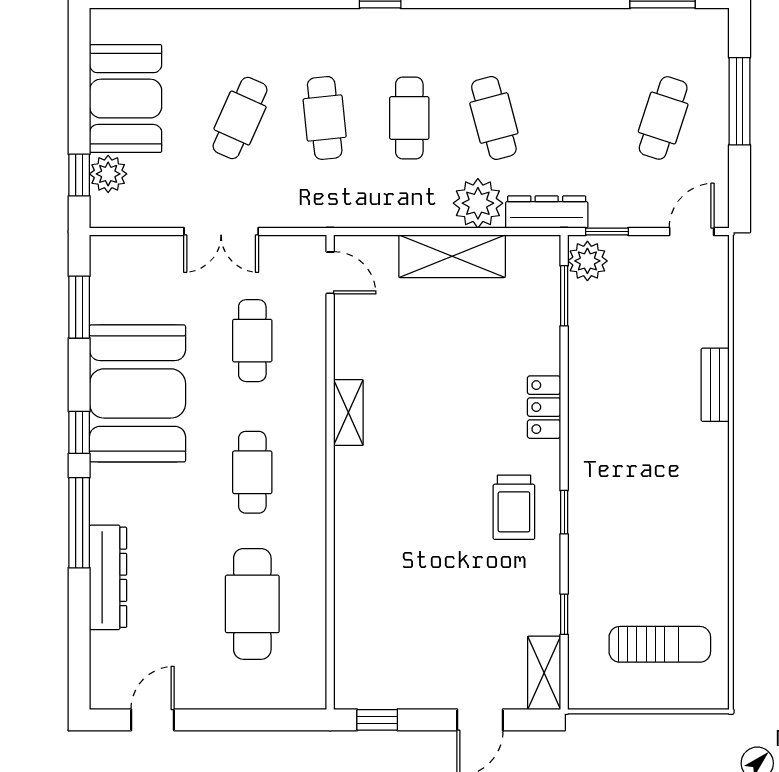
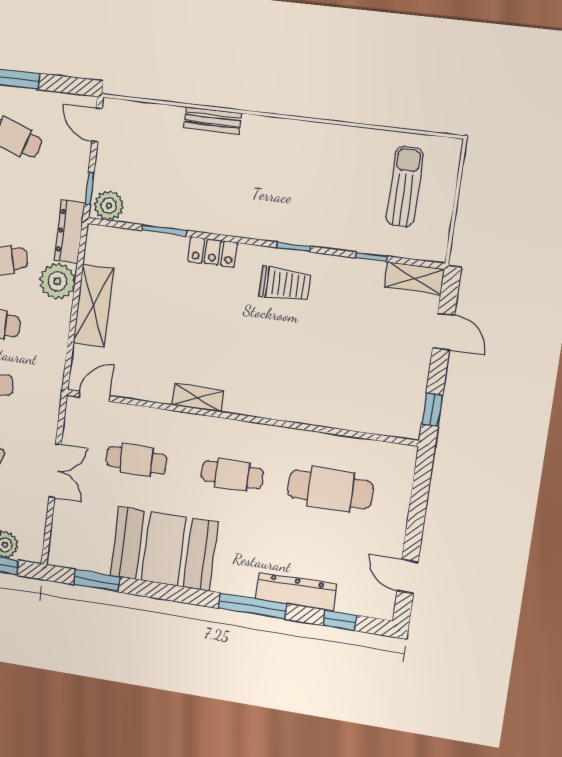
window: (564, 296) -> (164, 230), moved
window: (79, 432) -> (340, 620), moved

